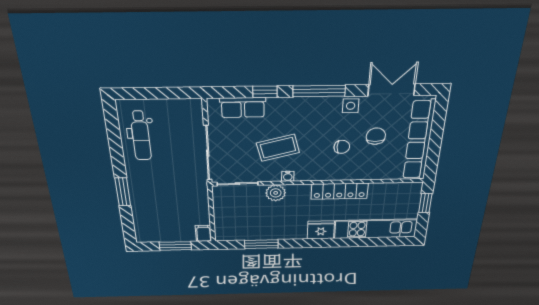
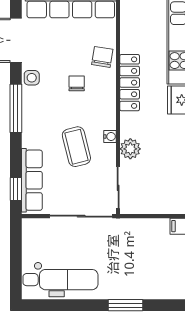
window: (265, 92) -> (16, 189), moved
row of seats: (243, 108) -> (32, 180), width x1.48
dental chair: (141, 136) -> (60, 280), width x1.36, depth x1.38
chair: (376, 136) -> (102, 57), moved, turned 99

